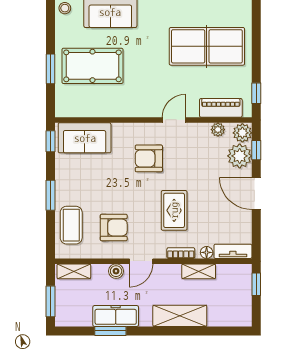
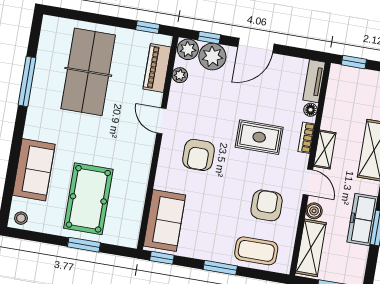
shelving: (74, 271) -> (311, 248), width x1.50, depth x1.33
shelving: (199, 271) -> (325, 150), moved

